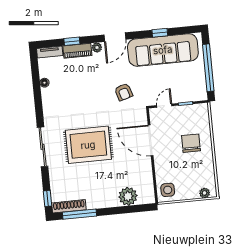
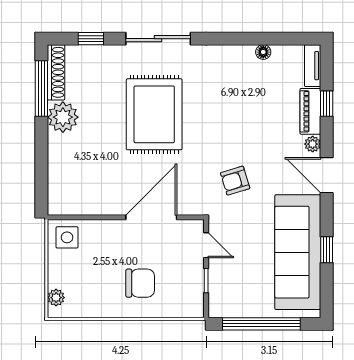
plant: (128, 196) -> (63, 117), moved
window: (48, 198) -> (91, 39), moved

